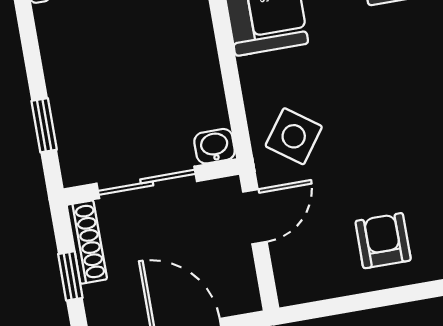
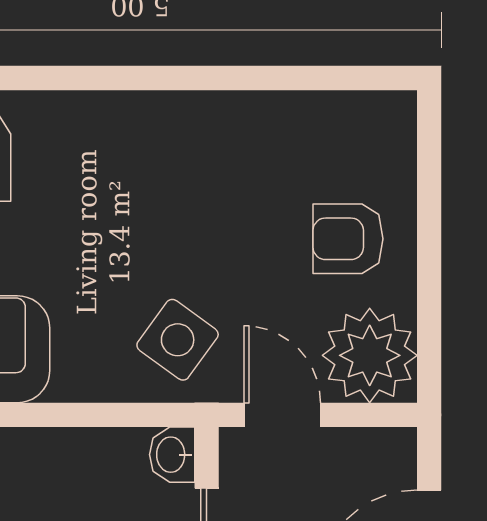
plant: (306, 270) -> (370, 355), added

